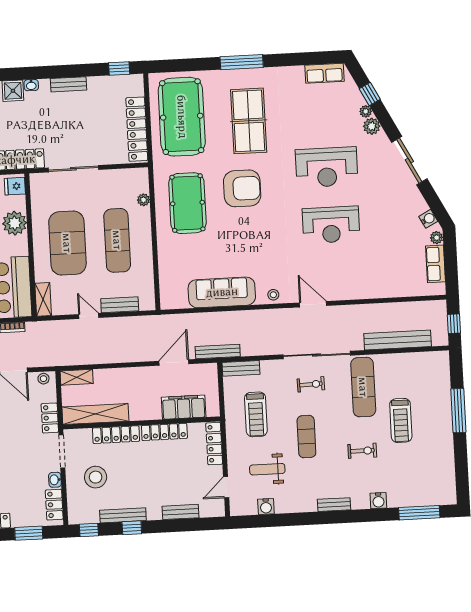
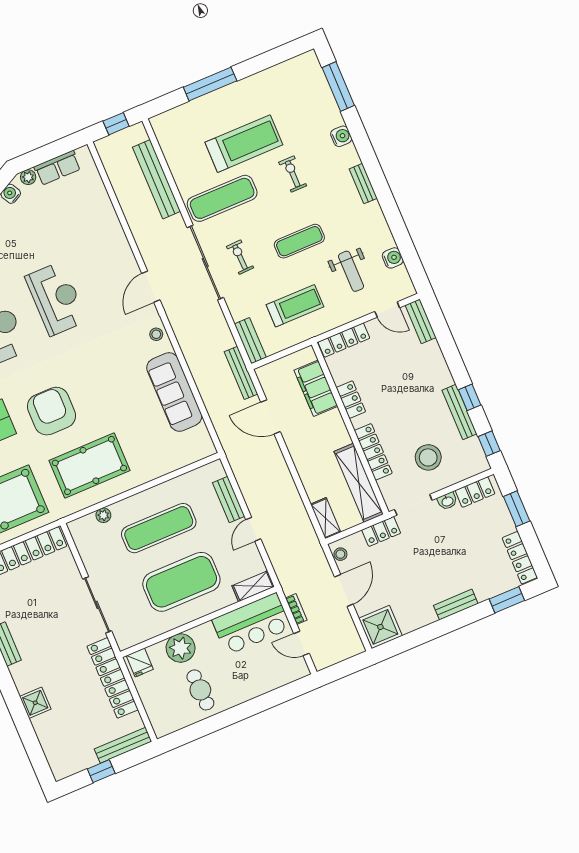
washbasin: (31, 85) -> (22, 685), removed
treadmill: (401, 420) -> (244, 144), width x1.37, depth x1.38
locker: (164, 432) -> (351, 400), width x0.66
bench: (181, 512) -> (421, 321), moved

